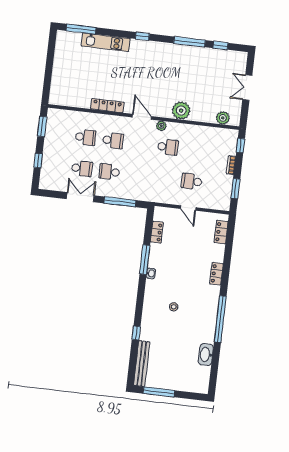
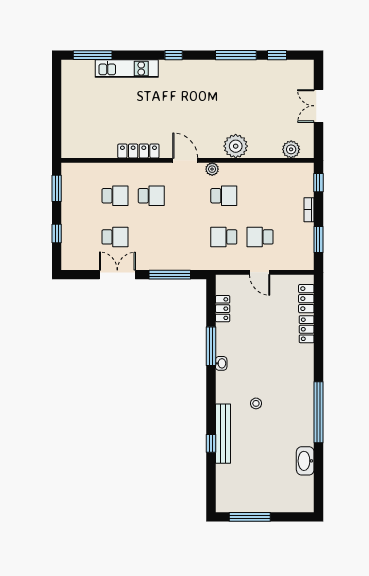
school desk: (109, 172) -> (224, 237), moved
locker: (216, 274) -> (307, 329), moved
bench: (142, 364) -> (223, 434), moved

